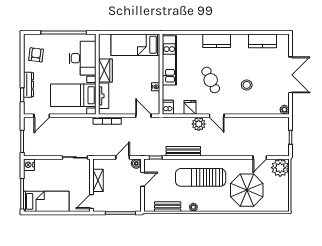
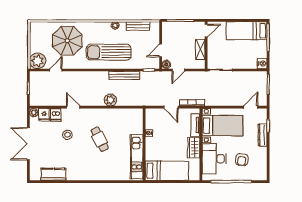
kitchen counter: (217, 41) -> (94, 174), removed
armchair: (36, 55) -> (242, 160), moved
dishwasher: (168, 107) -> (56, 115), moved
fridge: (190, 107) -> (44, 115), moved
door: (143, 116) -> (171, 107), moved
door: (217, 116) -> (73, 107), moved
sun lounger: (201, 177) -> (109, 52), turned 180

